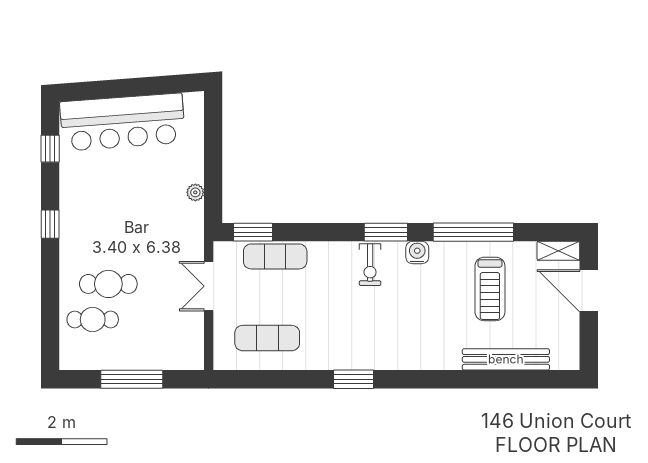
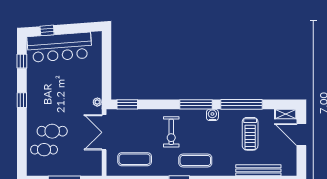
window: (98, 90) -> (47, 30), added
plant: (195, 192) -> (97, 102), moved
window: (386, 232) -> (196, 104), width x1.44
exercise mat: (275, 256) -> (195, 160), moved
exercise bike: (370, 265) -> (171, 132), moved, width x1.38, depth x1.39
double door: (209, 286) -> (104, 132), width x1.37

